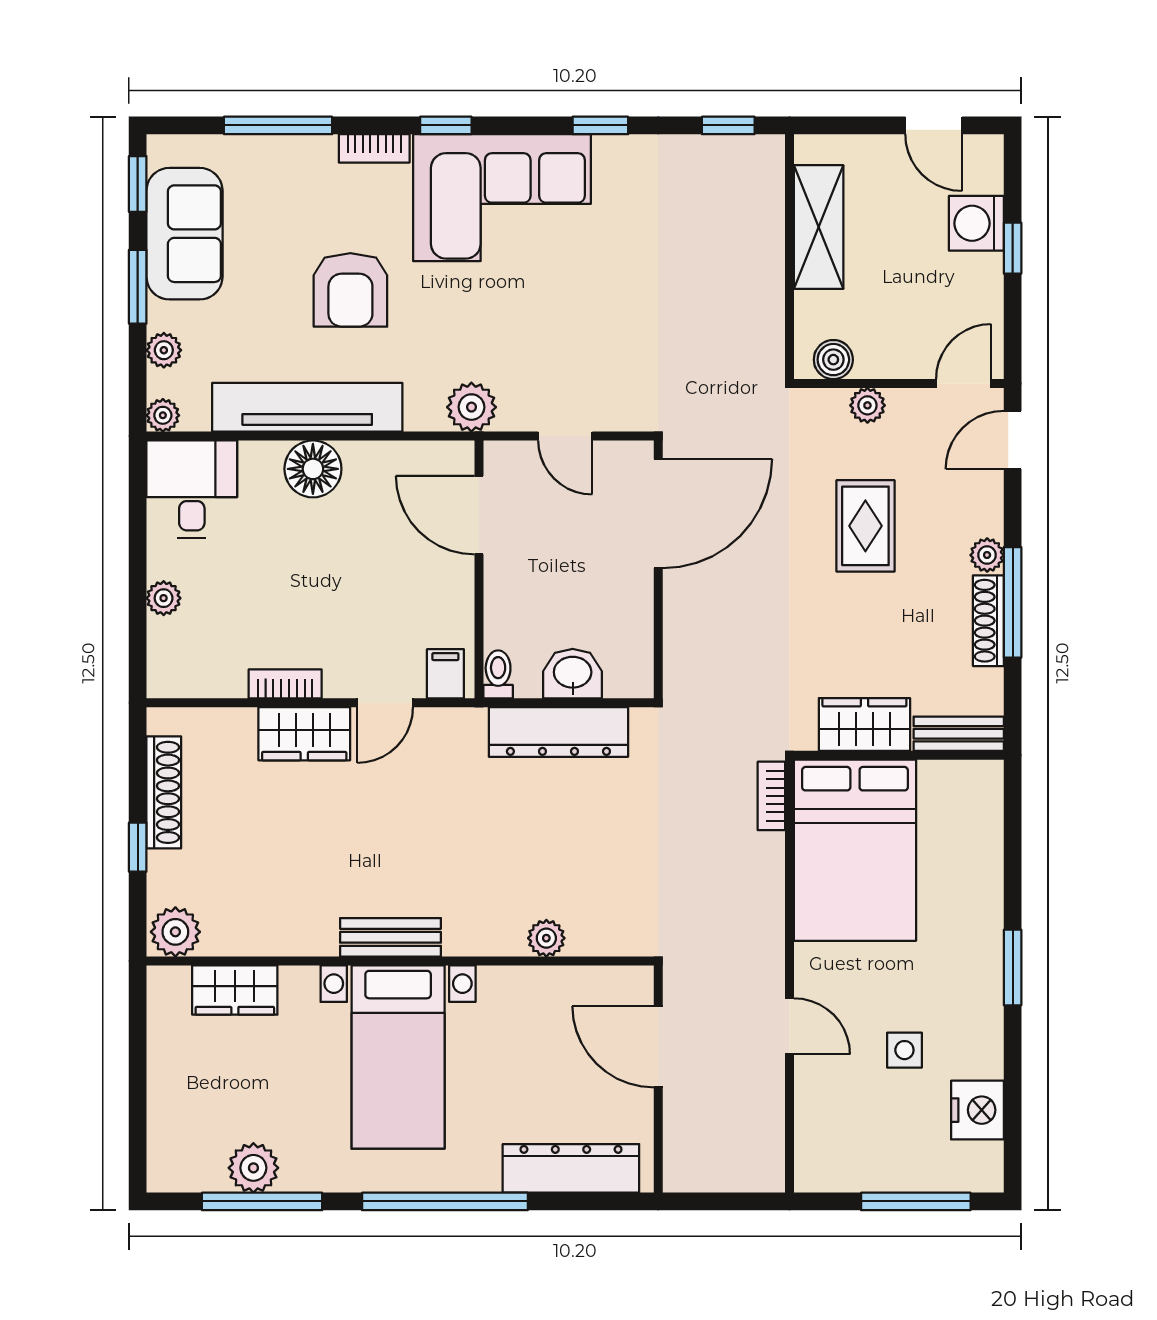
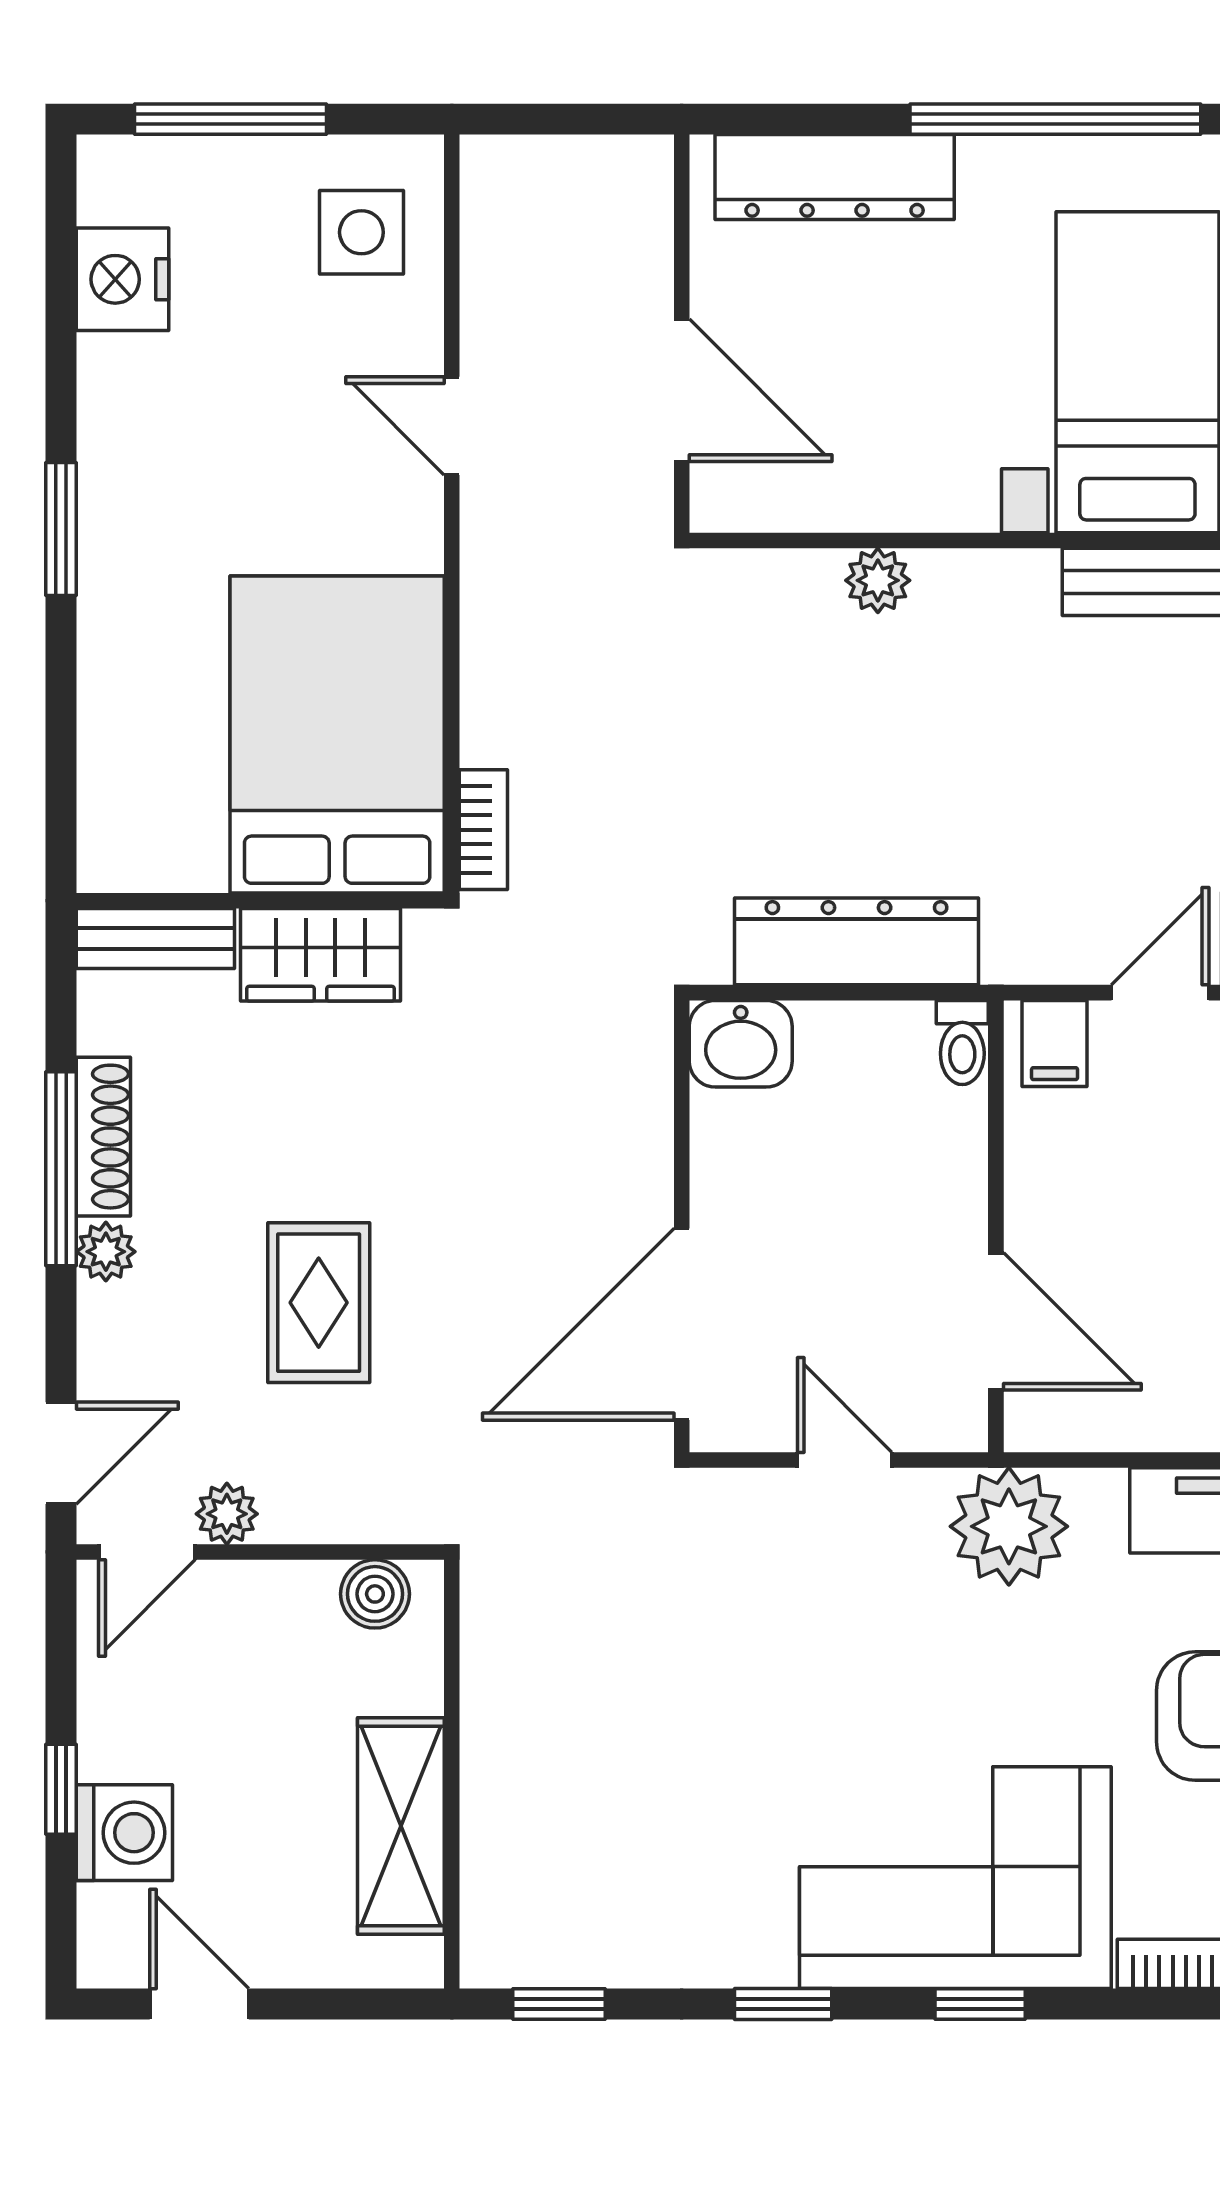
window: (446, 125) -> (980, 2004), moved
plant: (867, 405) -> (227, 1514), moved
plant: (471, 407) -> (1009, 1526), width x1.36, depth x1.36
washbasin: (573, 674) -> (741, 1044), moved
side table: (904, 1050) -> (361, 232), moved, width x1.37, depth x1.37

